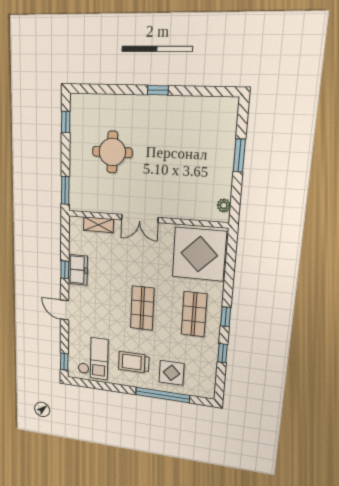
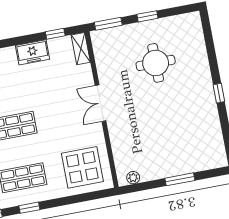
window: (66, 122) -> (147, 16), moved
shelving: (98, 225) -> (81, 49), moved
display table: (199, 254) -> (82, 167), width x0.73, depth x0.73
window: (65, 270) -> (55, 34), moved

